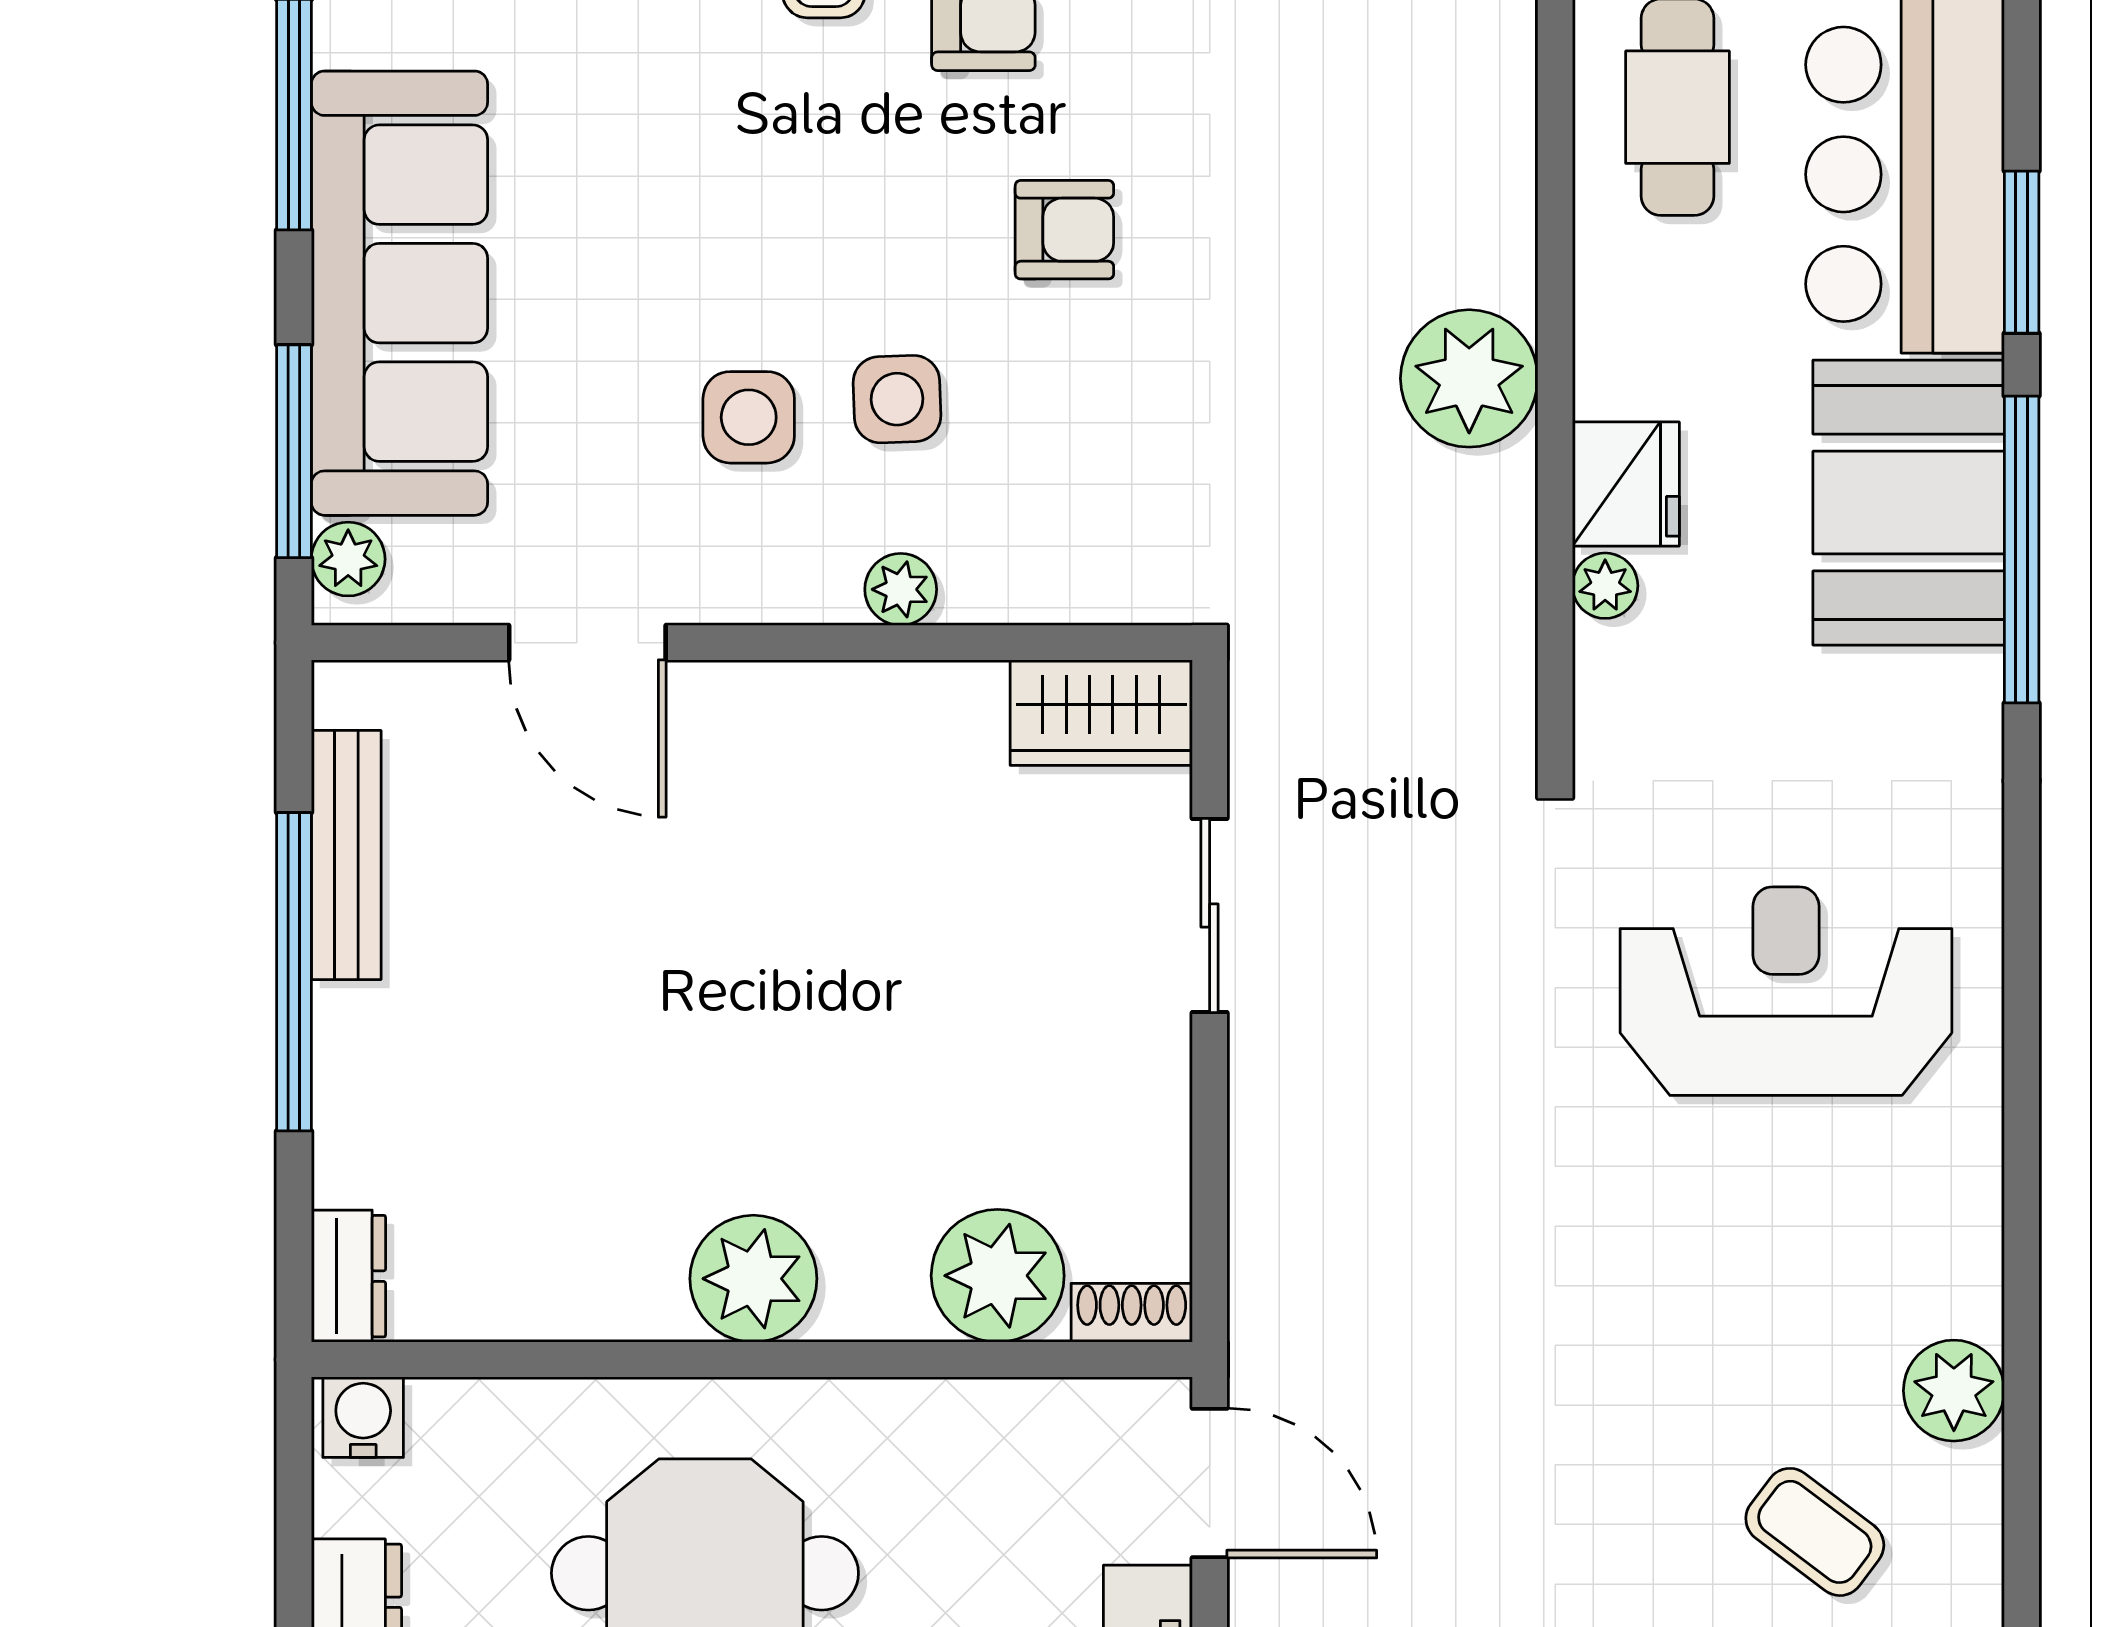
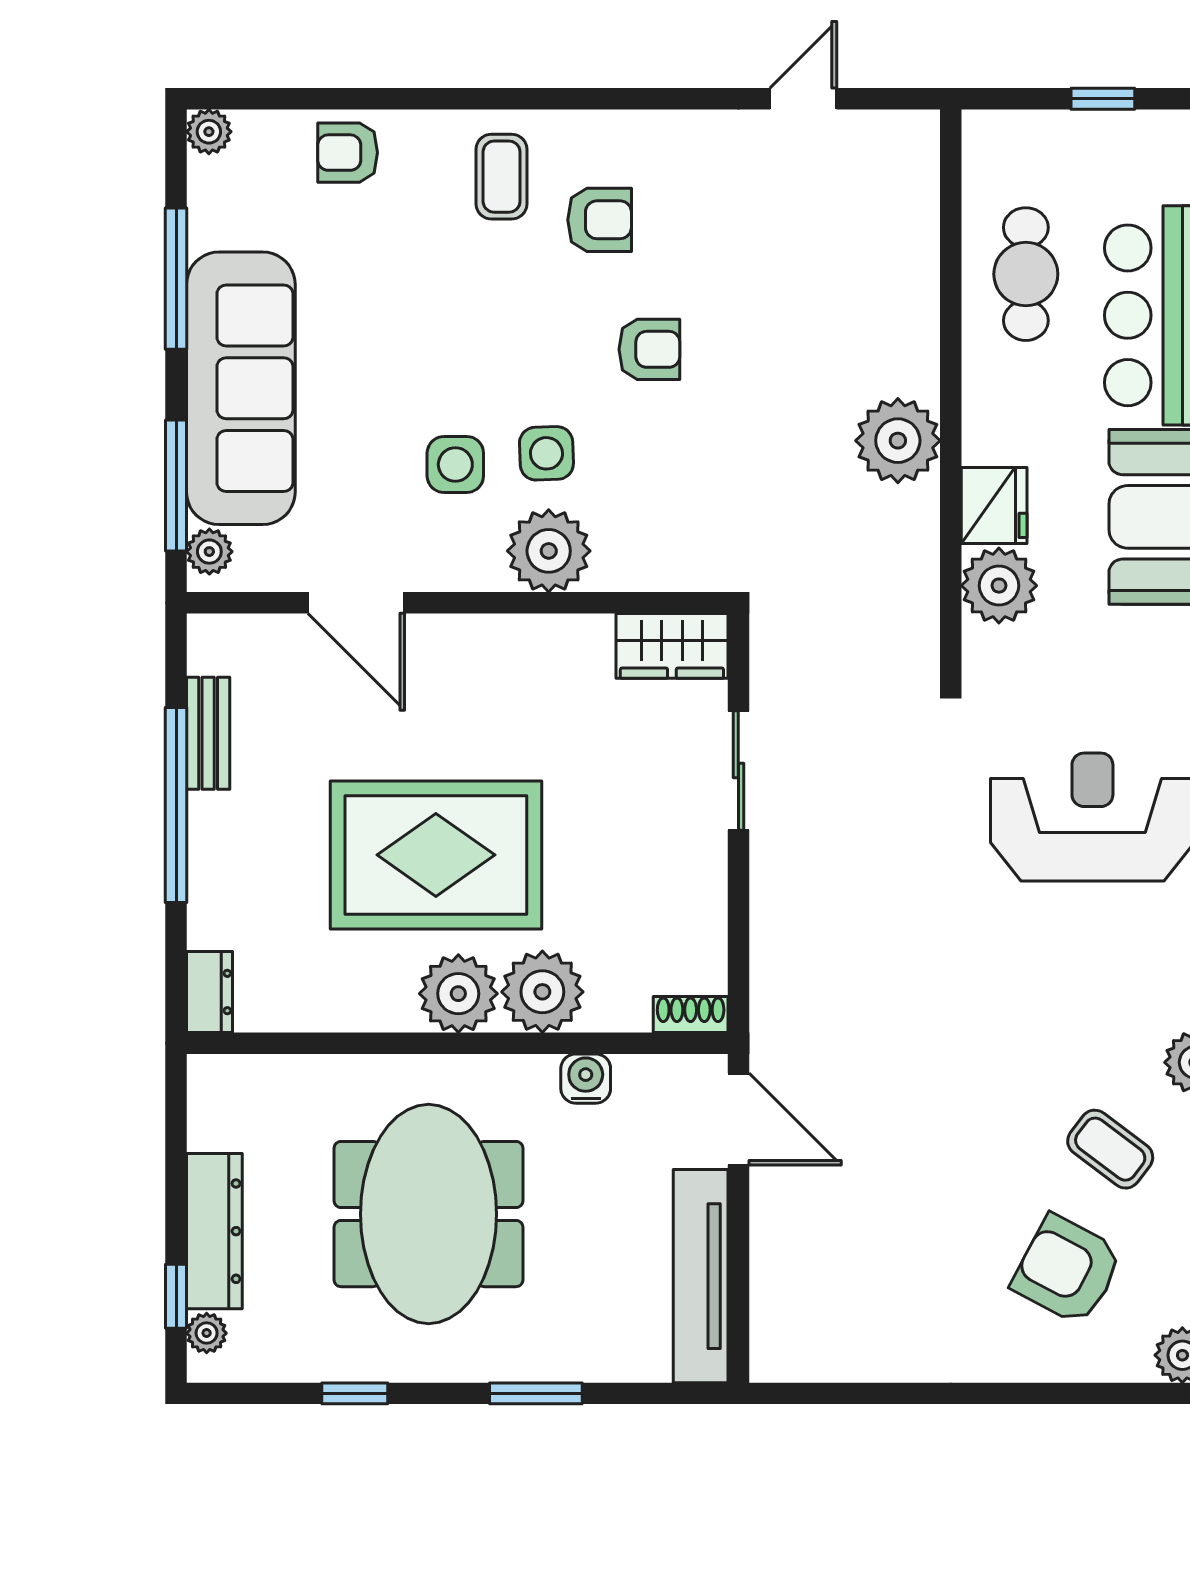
plant: (1605, 586) -> (999, 586), width x1.88, depth x1.88
plant: (901, 589) -> (549, 551), width x1.87, depth x1.87
bench: (346, 855) -> (208, 733), width x0.73
rug: (717, 1053) -> (436, 855), added
plant: (998, 1276) -> (542, 992), moved
water cooler: (363, 1417) -> (586, 1079), moved

